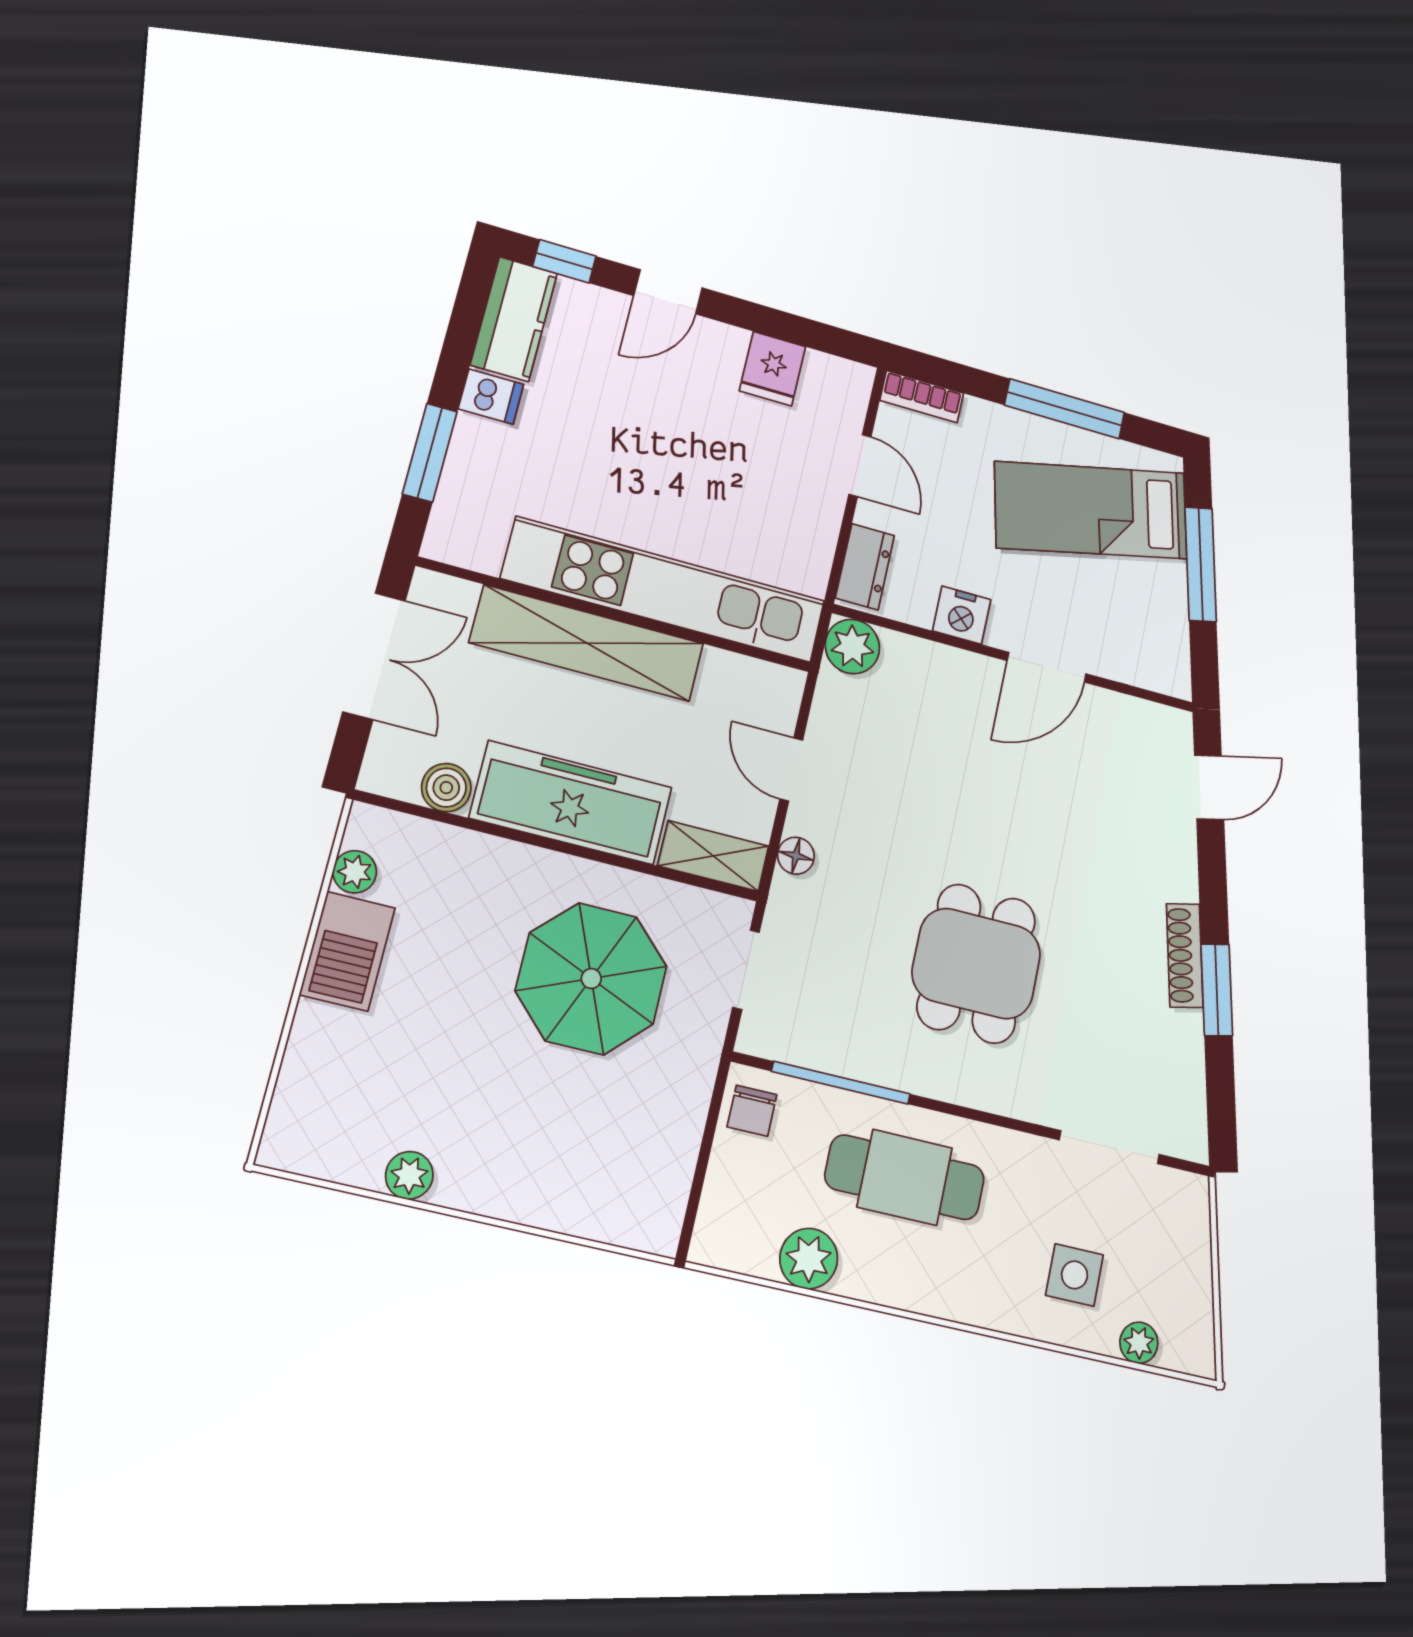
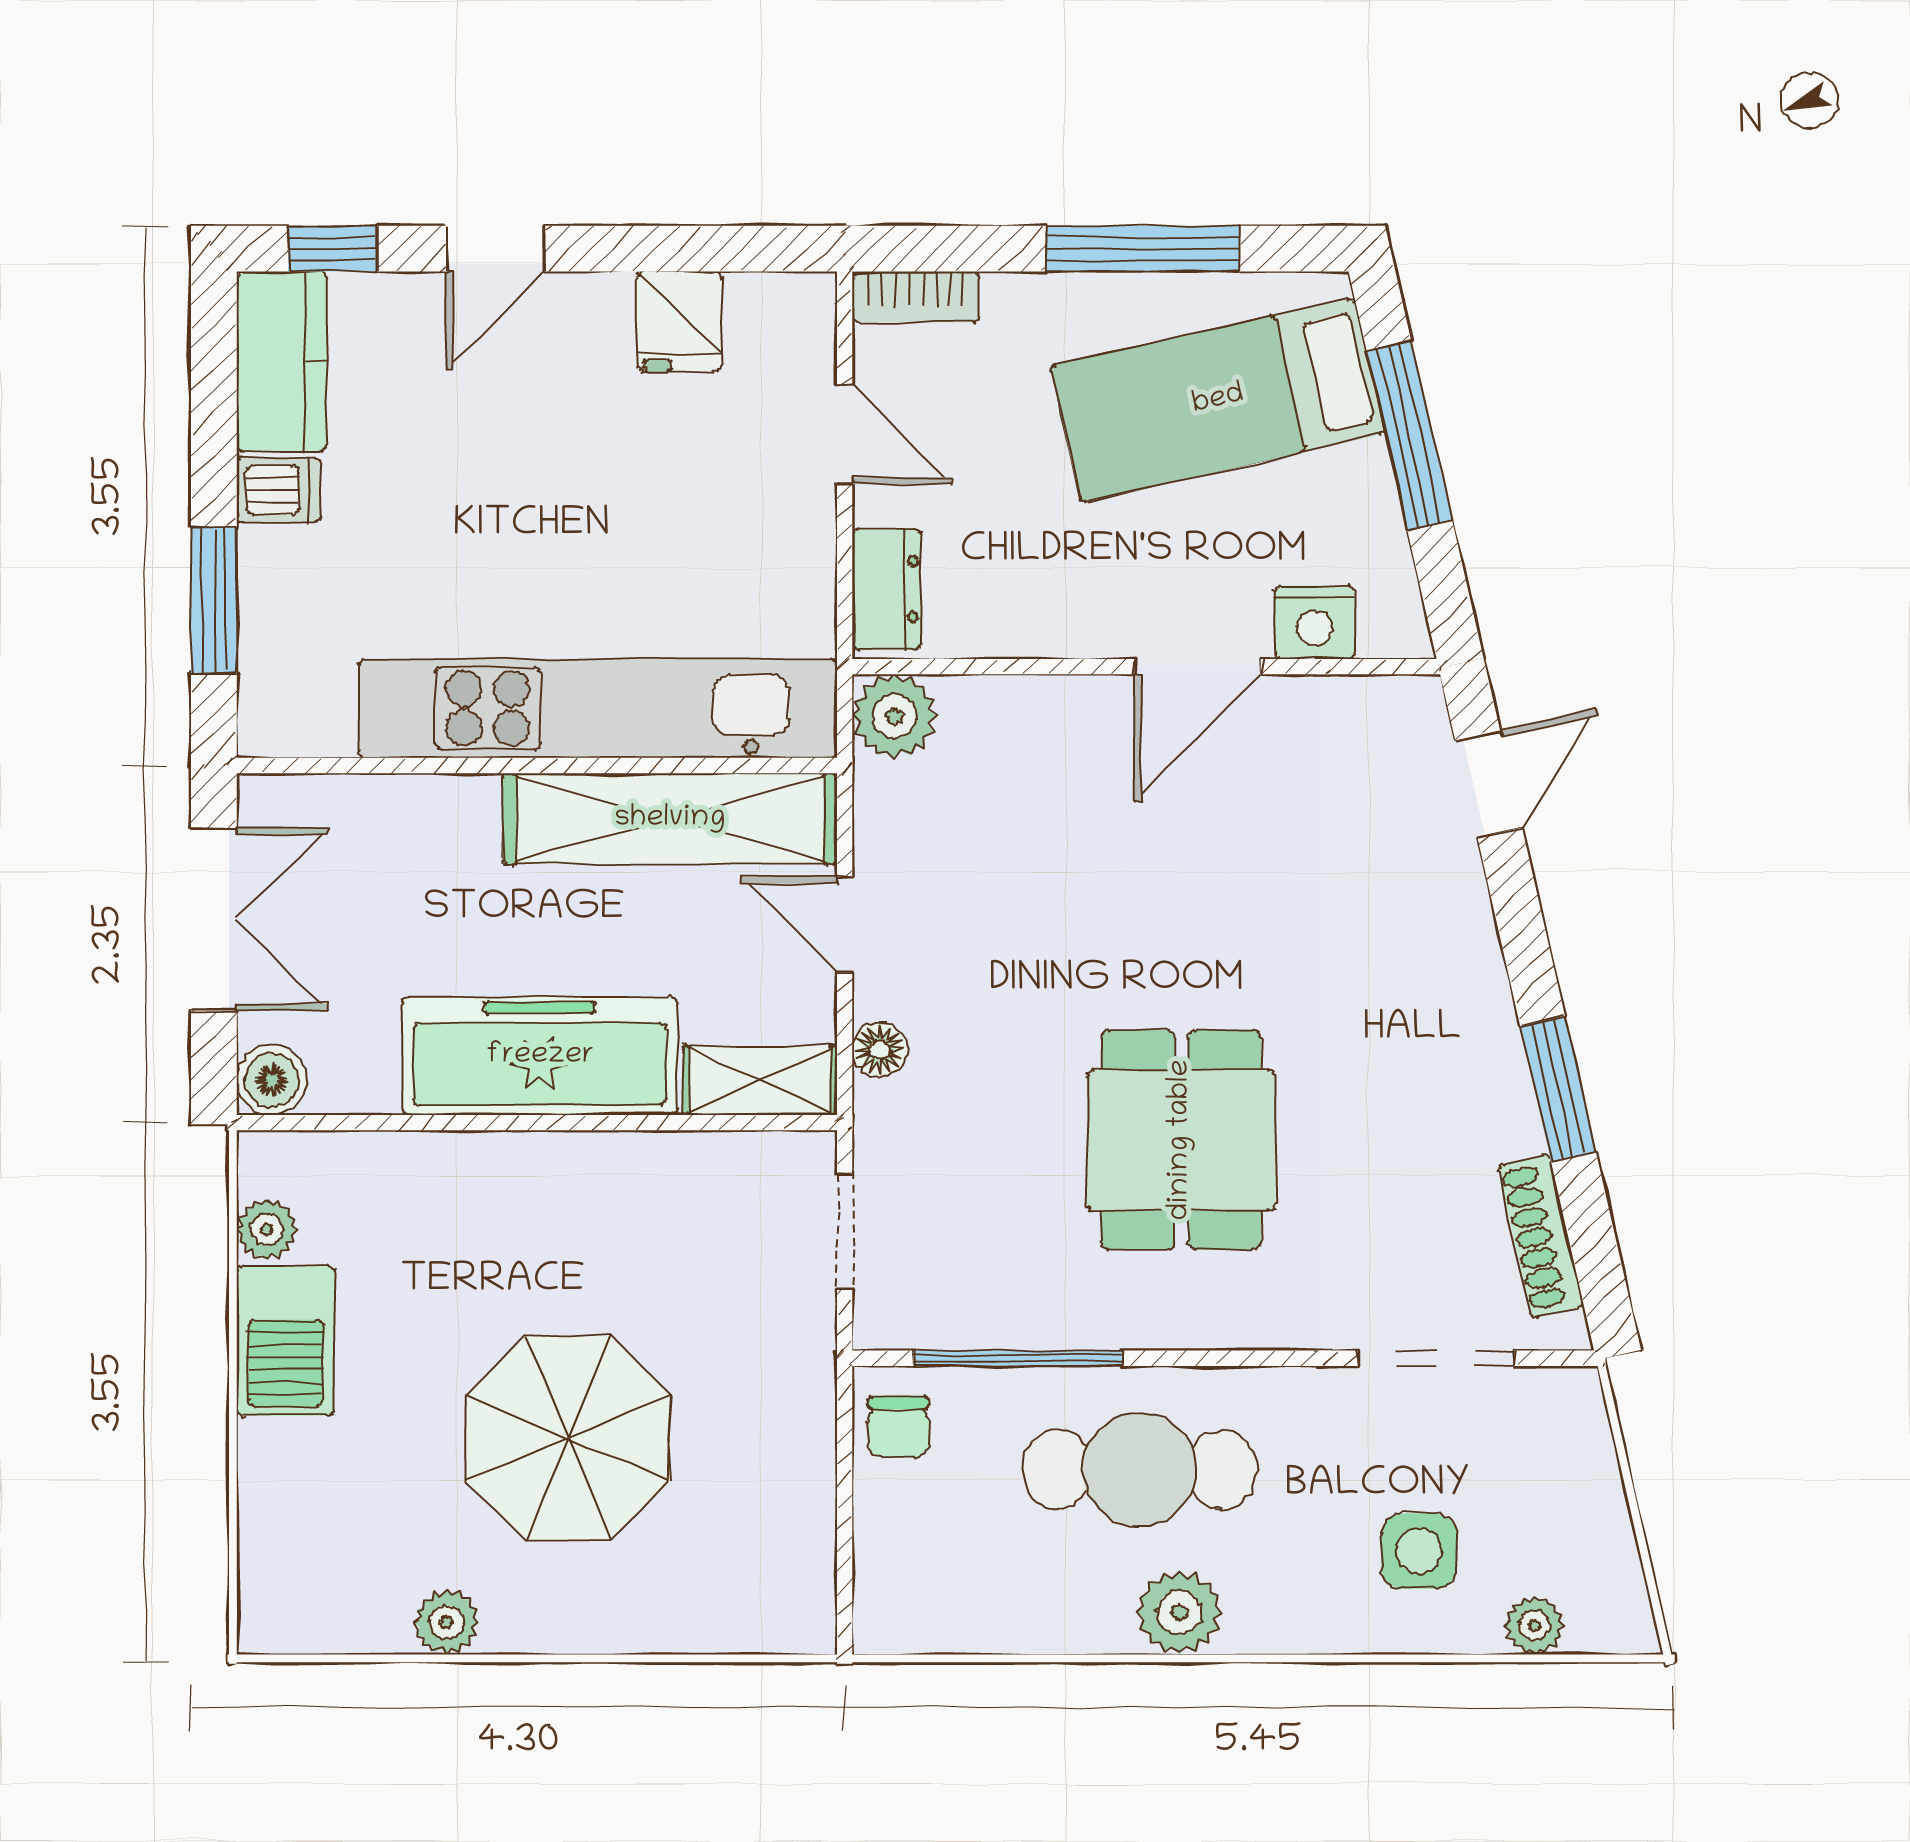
nightstand: (962, 615) -> (1315, 622), moved
shelving: (587, 643) -> (670, 819), moved
boiler: (446, 788) -> (272, 1080), moved
shoe rack: (1185, 955) -> (1541, 1236), moved
parasol: (591, 979) -> (568, 1438), moved
plant: (809, 1259) -> (1179, 1612), moved

